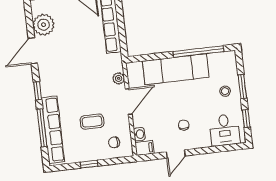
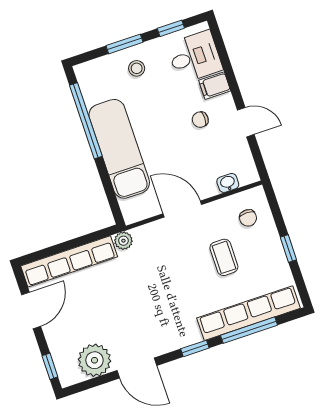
plant: (119, 78) -> (123, 241), moved
filing cabinet: (144, 148) -> (215, 86), moved, turned -90

